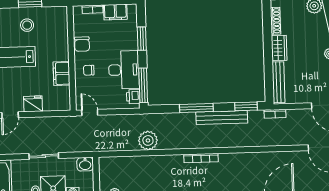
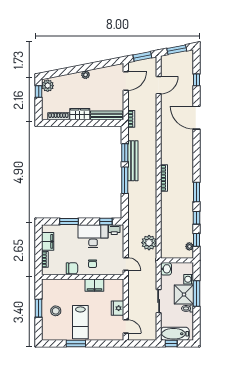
window: (143, 85) -> (106, 221), width x0.46
window: (246, 106) -> (125, 153), moved
door: (90, 113) -> (126, 264), swing flipped
plant: (148, 140) -> (149, 243), moved

